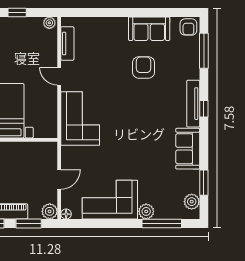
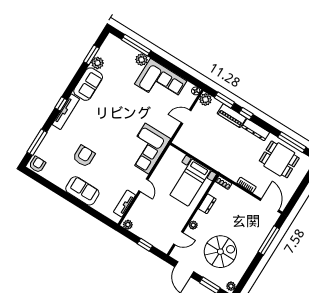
sofa: (149, 29) -> (82, 191), moved
armchair: (144, 67) -> (84, 156), turned 180
plant: (192, 202) -> (98, 63), moved

